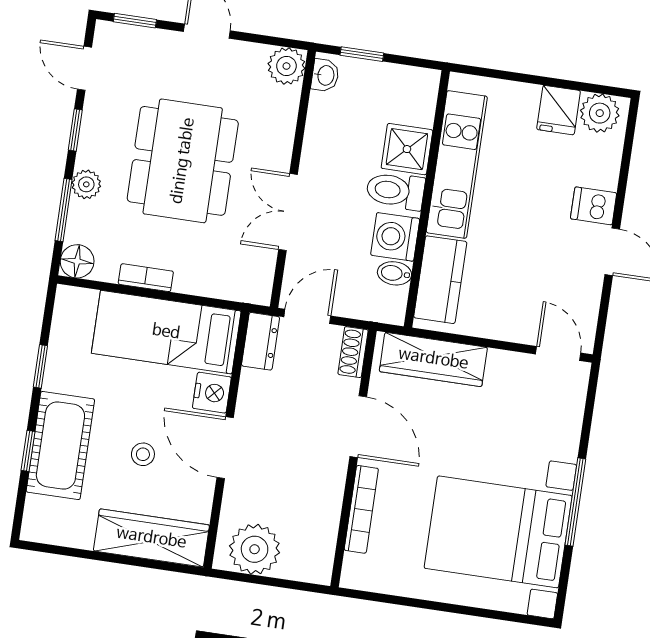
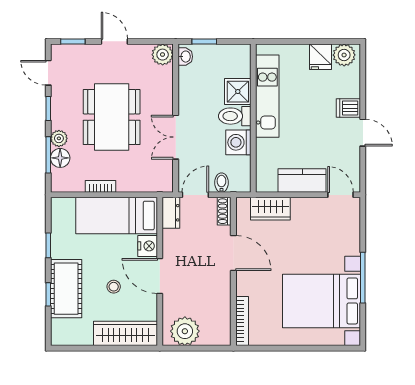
floor lamp: (77, 261) -> (60, 158), moved
bidet: (394, 273) -> (221, 183), moved, turned 90
kitchen counter: (440, 280) -> (302, 180), moved, turned -90
wardrobe: (433, 359) -> (270, 209), width x0.67
bookcase: (361, 509) -> (242, 321), moved

